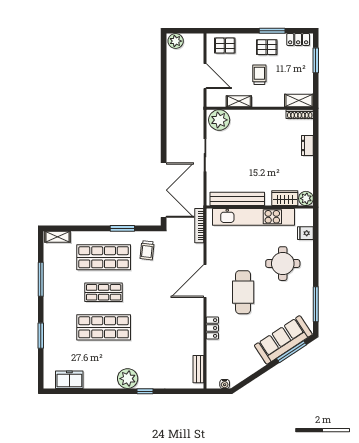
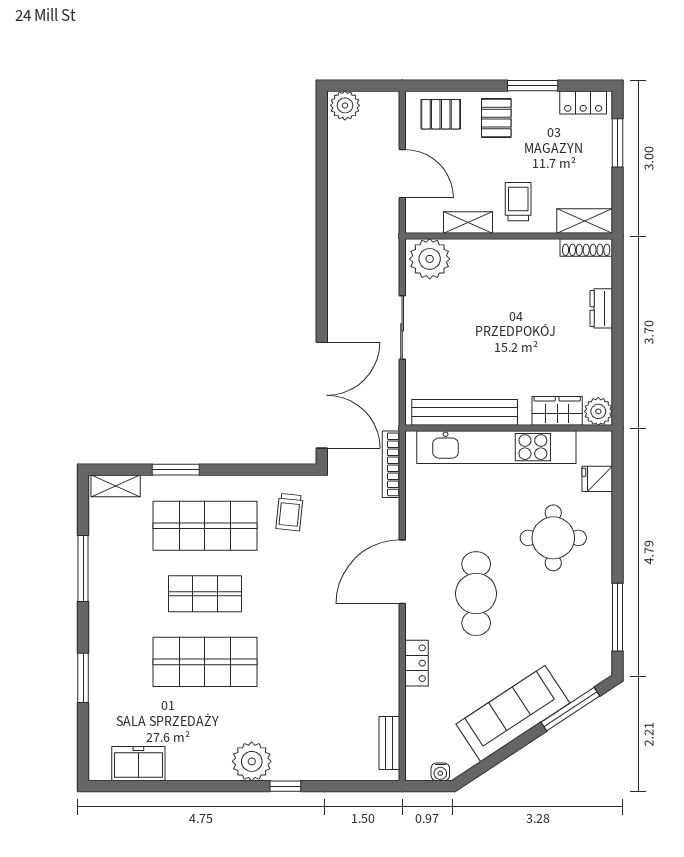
pallet: (267, 47) -> (496, 118), moved, turned 90
trolley: (259, 75) -> (518, 202), moved
window: (122, 228) -> (176, 470), moved
sofa: (283, 340) -> (513, 714), moved

